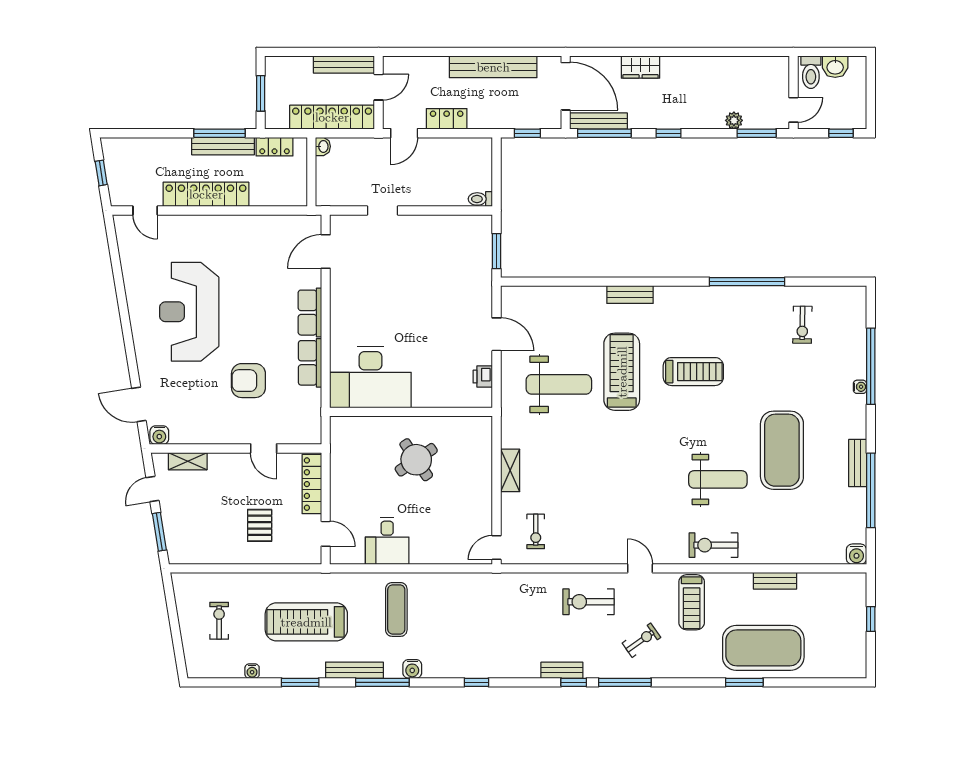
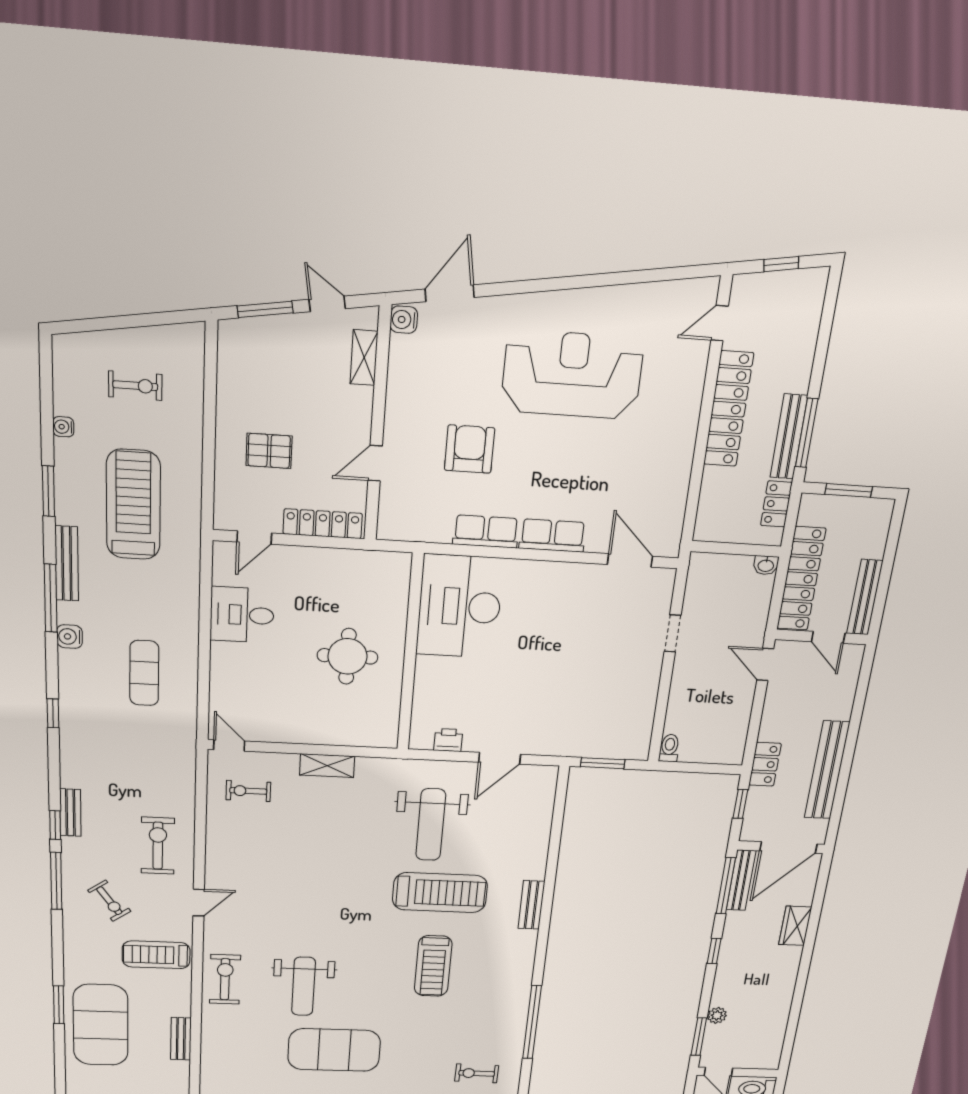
locker: (447, 119) -> (765, 764), moved
round table: (416, 460) -> (348, 656), turned 34
exercise mat: (396, 609) -> (144, 673), moved, turned 90

